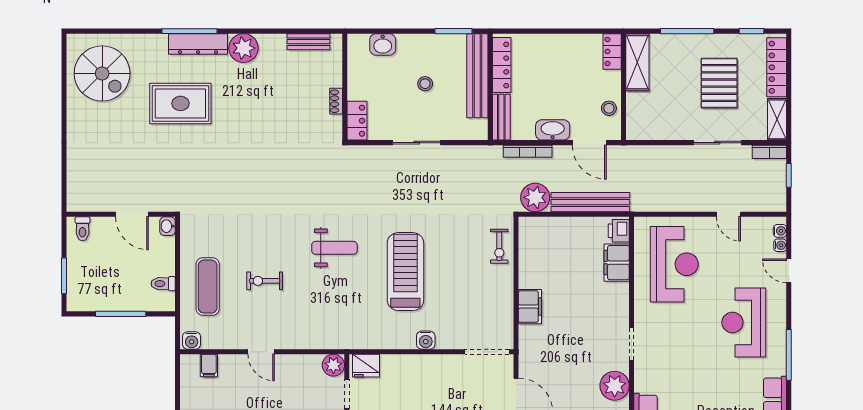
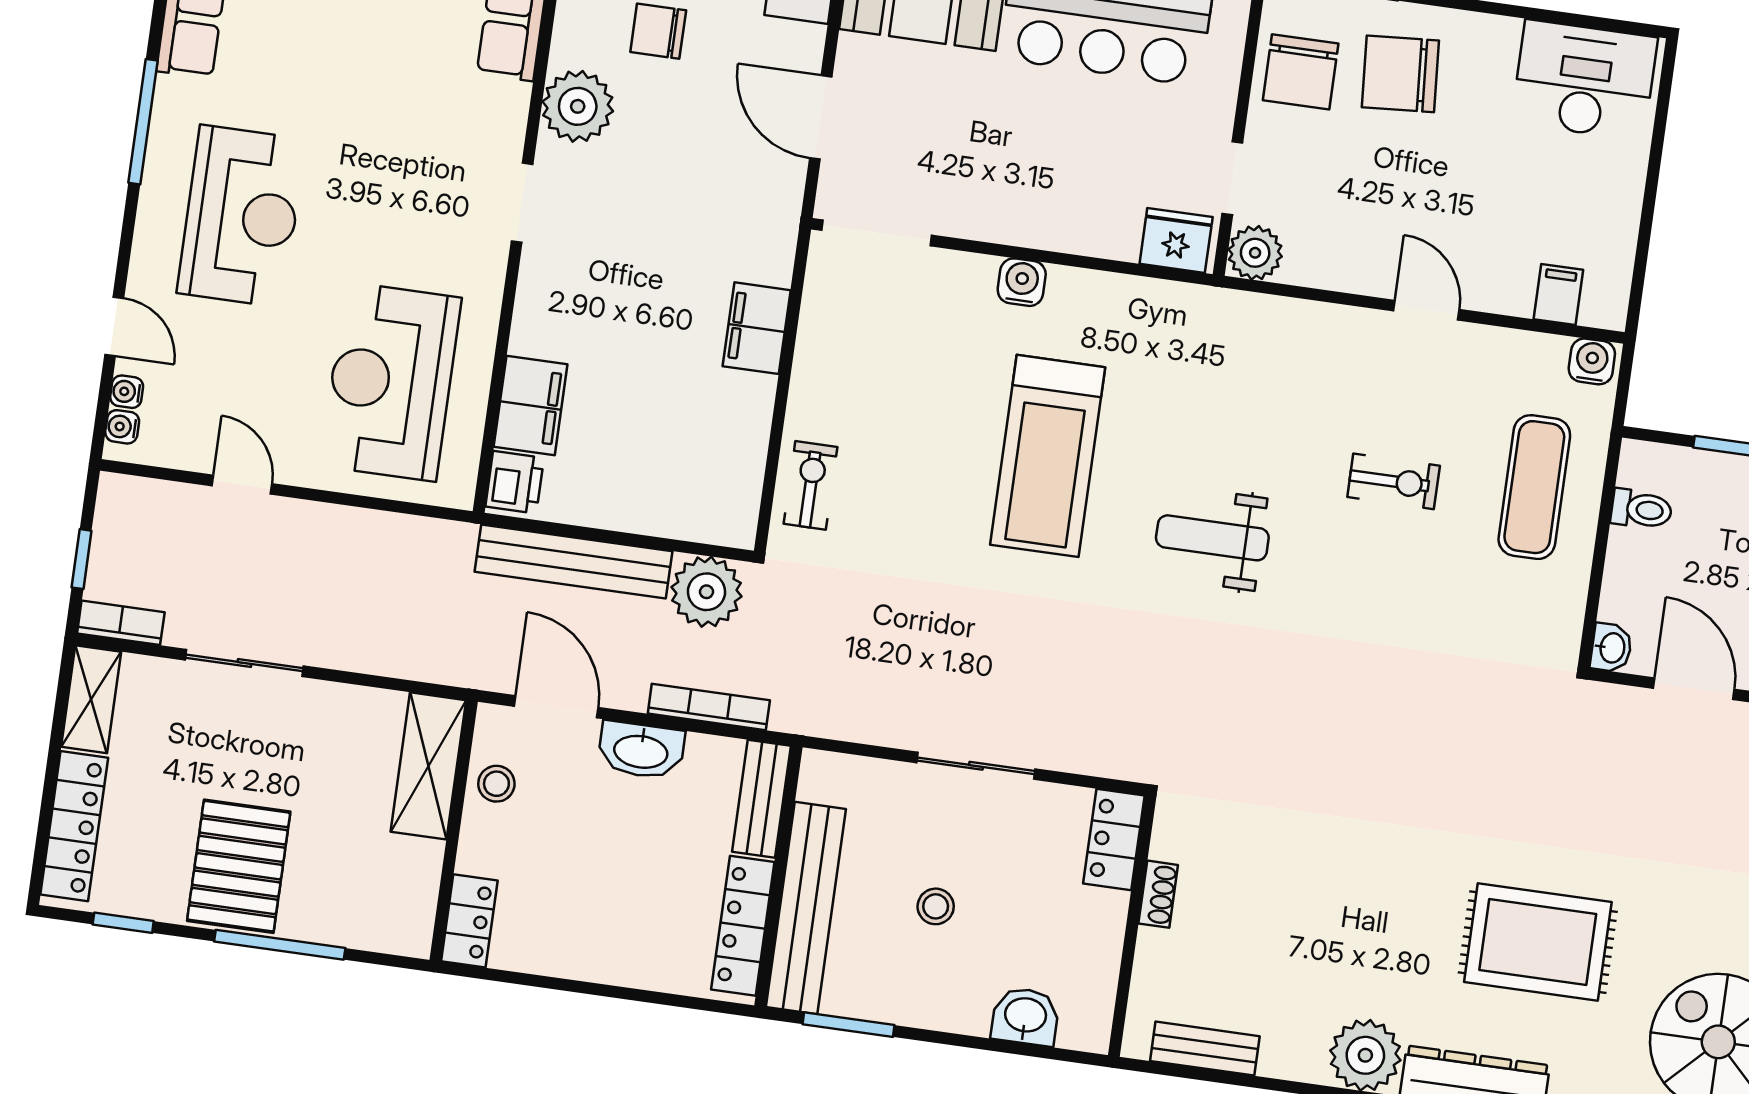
shelving: (637, 62) -> (428, 766), moved
pallet: (719, 83) -> (239, 866), moved

